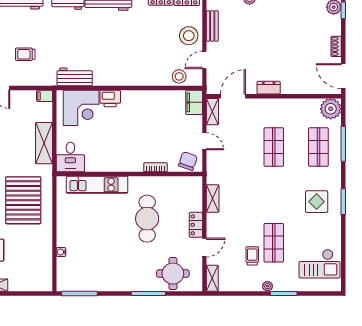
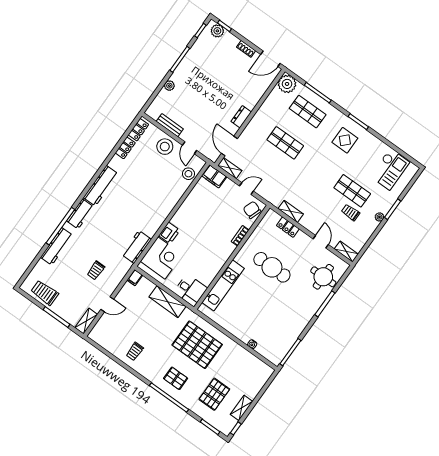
locker: (196, 225) -> (288, 227), moved

